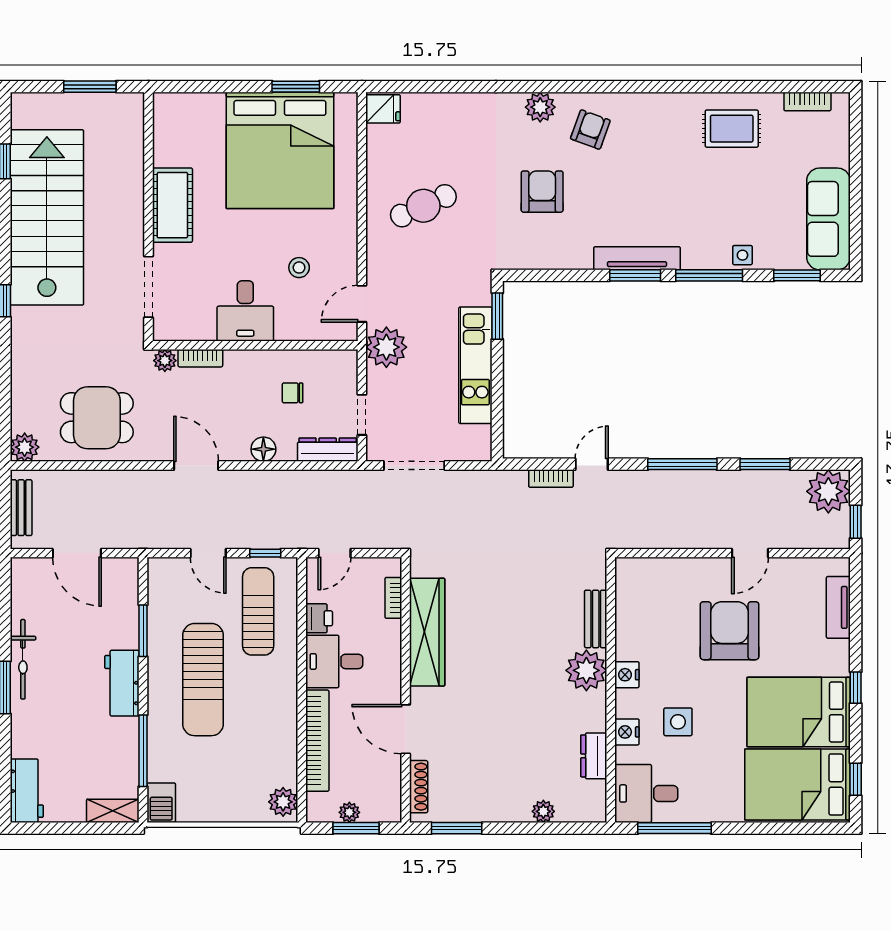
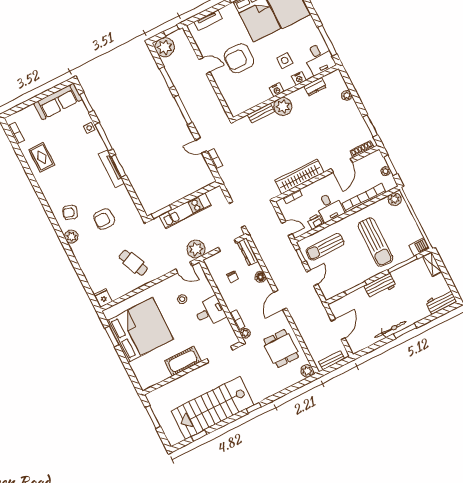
sun lounger: (203, 680) -> (375, 242), moved, turned 90

